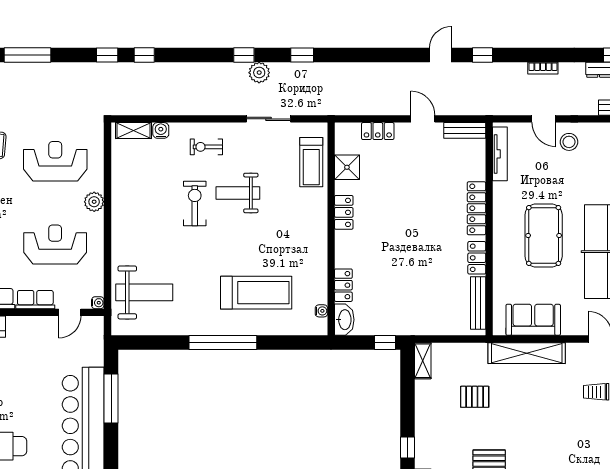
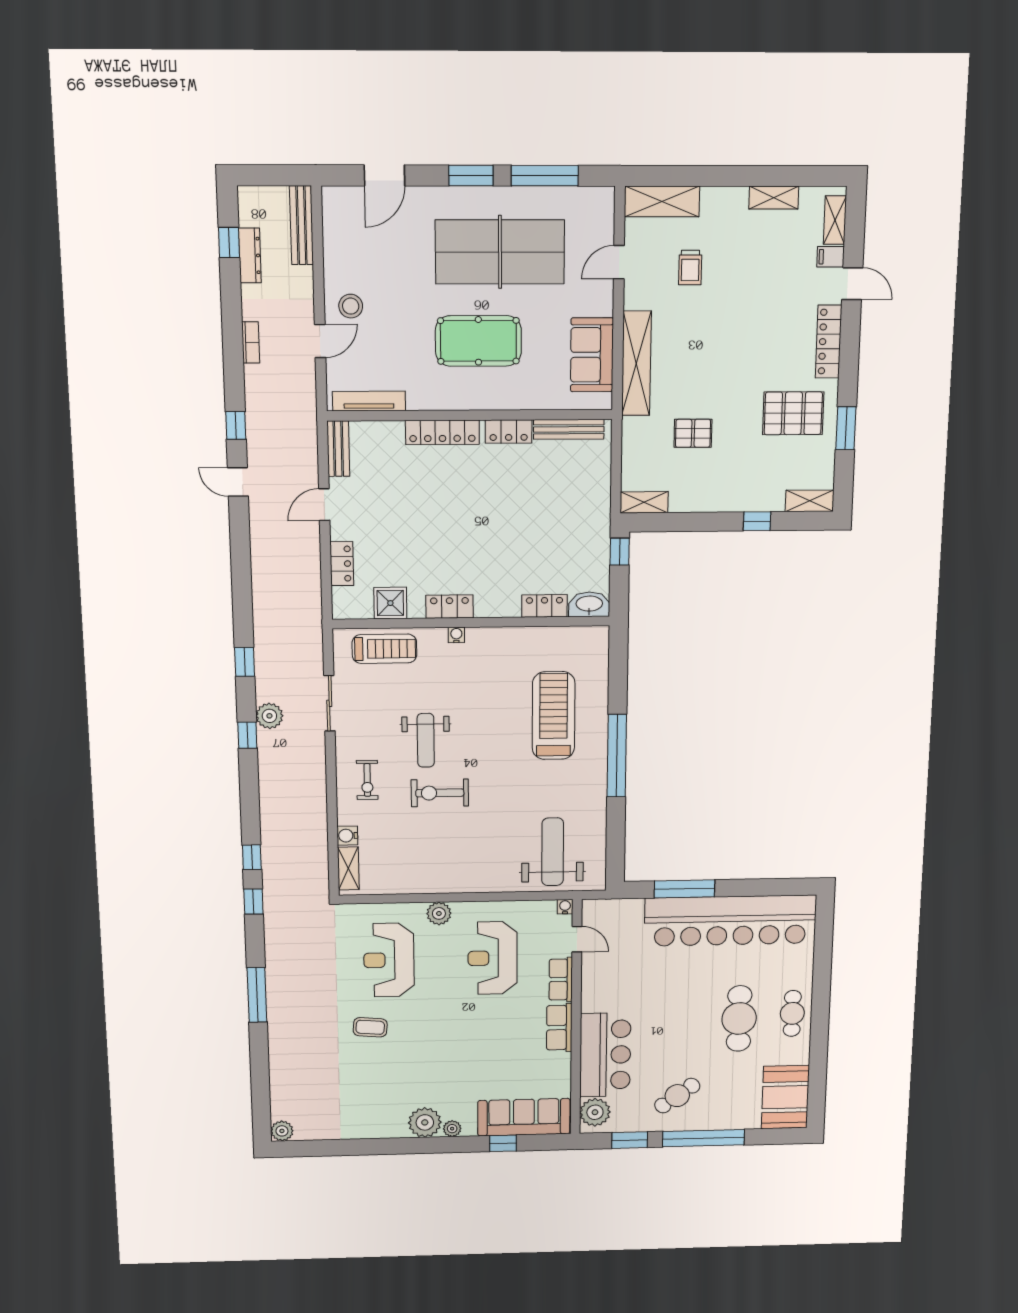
water cooler: (321, 311) -> (456, 635), moved
pallet: (475, 397) -> (693, 433), turned 90

